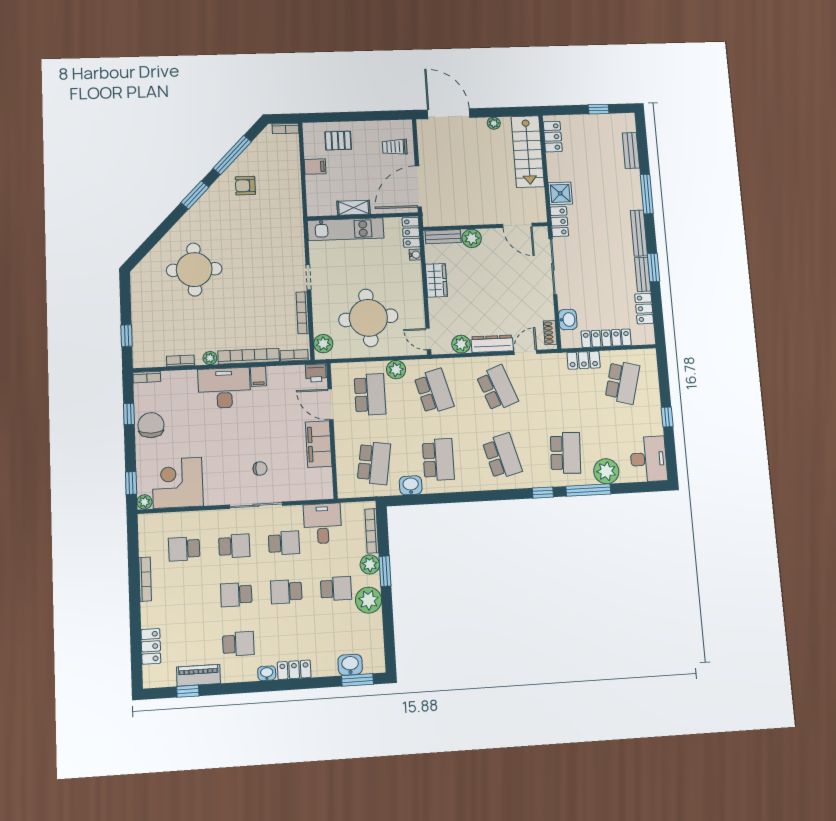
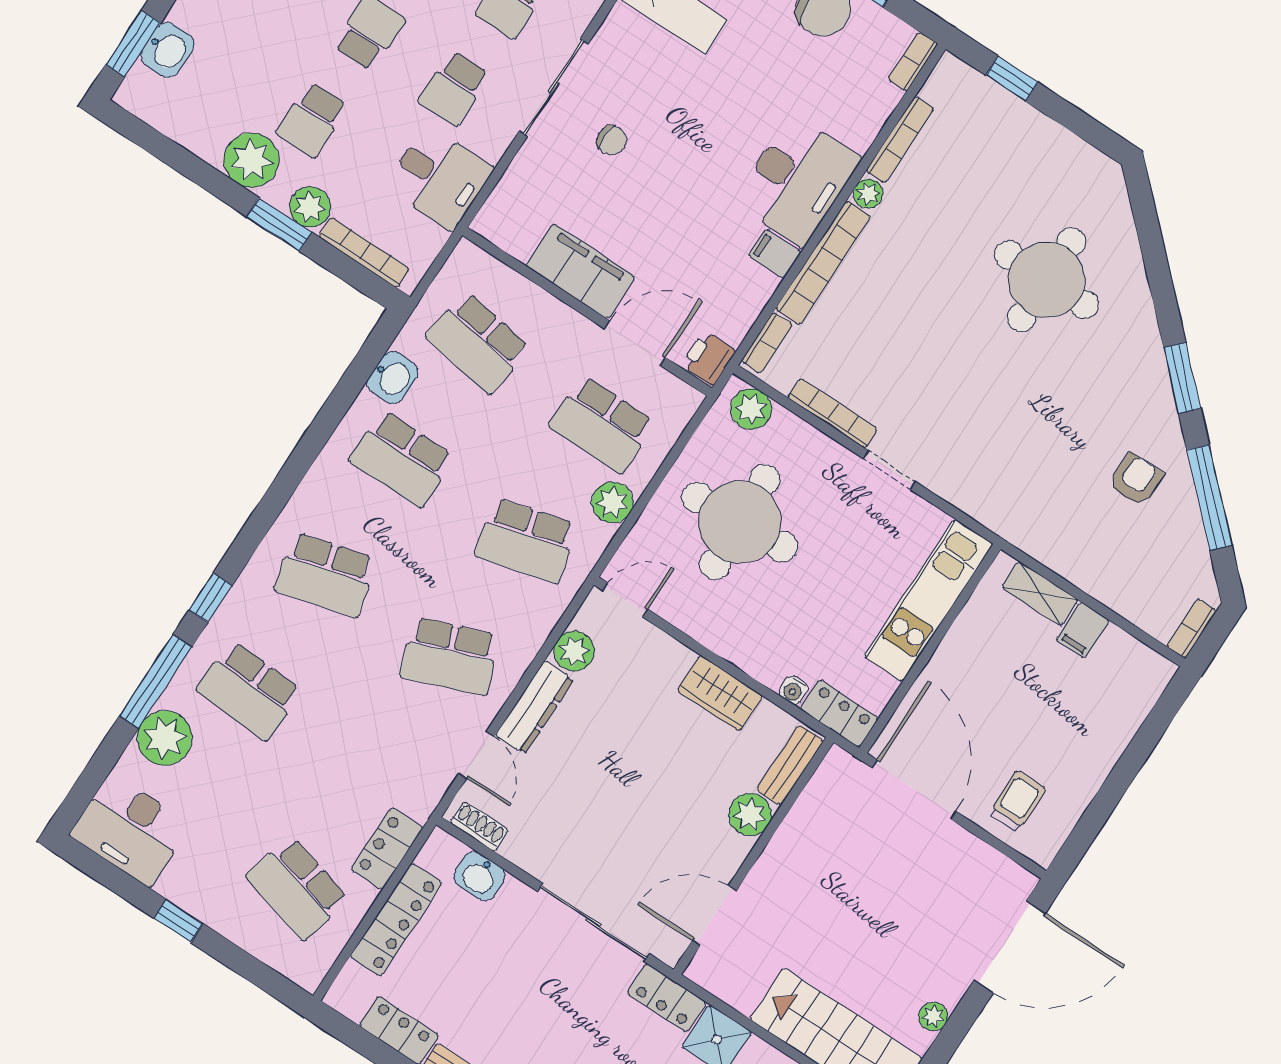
pallet: (338, 141) -> (1102, 707), removed
shelving: (354, 208) -> (1040, 594), moved, turned 90
bookcase: (180, 361) -> (900, 140), width x1.56
chair: (260, 468) -> (612, 140), turned -90

